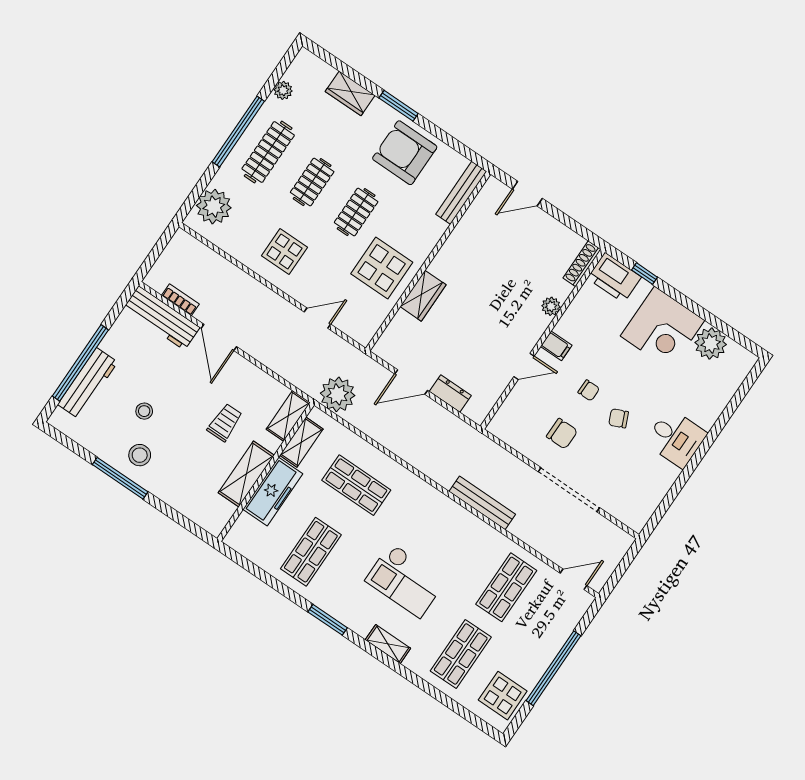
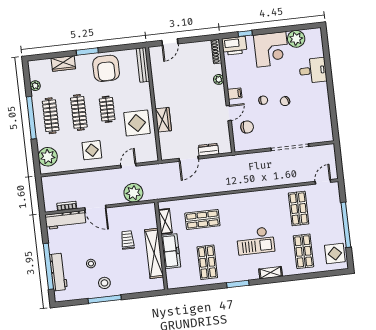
armchair: (405, 153) -> (106, 68), turned -90
clothes rail: (312, 182) -> (79, 112), width x1.36
plant: (338, 394) -> (133, 193), moved
shelving: (288, 416) -> (151, 215), removed
chair: (562, 434) -> (247, 127), moved
desk: (676, 438) -> (313, 70), moved
shelving: (246, 474) -> (154, 253), width x1.47
bench: (482, 503) -> (259, 183), removed

